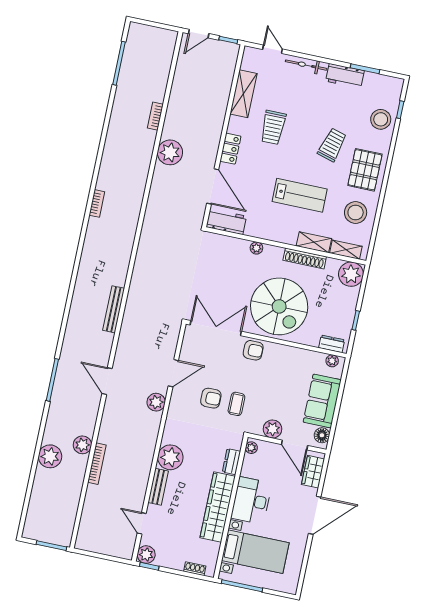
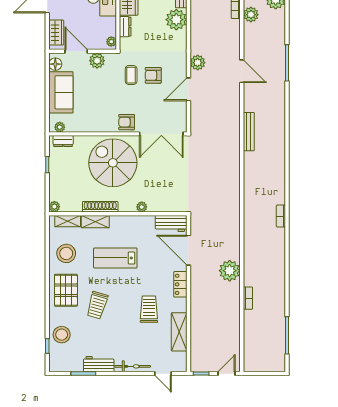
plant: (351, 274) -> (54, 207), width x0.53, depth x0.53

